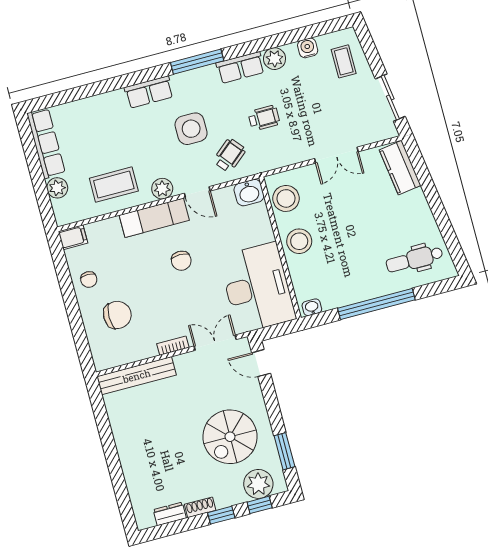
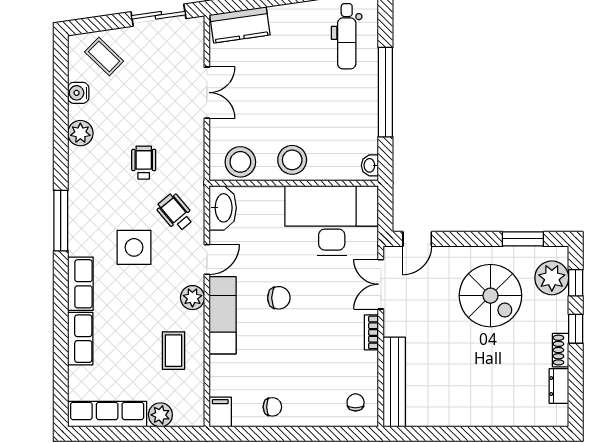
coffee table: (344, 61) -> (104, 56), turned 44
row of seats: (240, 68) -> (80, 339), moved
coffee table: (114, 185) -> (173, 351), width x0.73, depth x0.77
washbasin: (249, 193) -> (223, 208), width x1.38
chair: (117, 315) -> (356, 402), moved, width x0.54, depth x0.54

